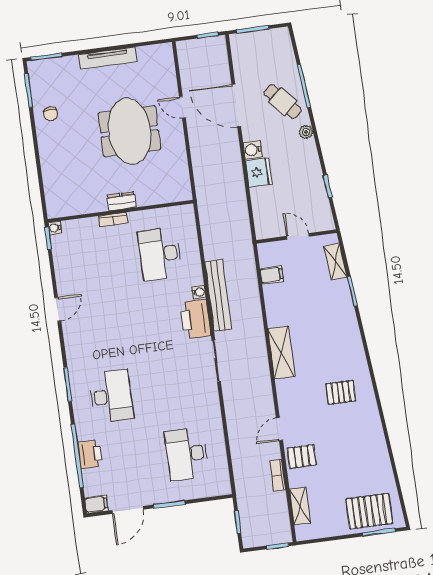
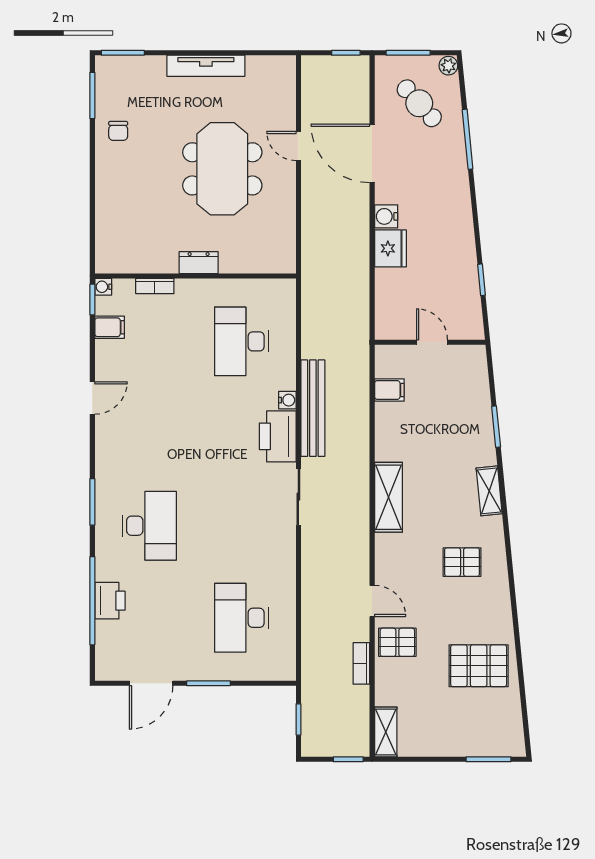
cafe table: (283, 101) -> (419, 103), moved
plant: (306, 132) -> (448, 66), moved
bookcase: (113, 220) -> (155, 286), moved
shelving: (335, 261) -> (489, 491), moved
door: (279, 429) -> (372, 601), swing flipped
filing cabinet: (96, 504) -> (110, 327), moved
shelving: (300, 506) -> (386, 732), moved
pallet: (369, 511) -> (479, 666), moved

